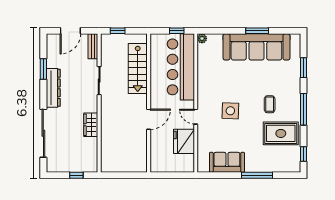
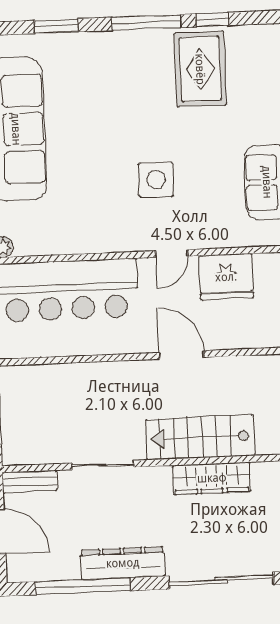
window: (43, 69) -> (83, 586), width x2.11
stairs: (138, 69) -> (200, 437), moved, turned 180
coffee table: (270, 104) -> (138, 96), removed
wardrobe: (91, 125) -> (212, 478), width x1.50
window: (303, 154) -> (212, 20), moved

